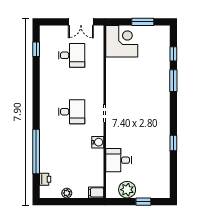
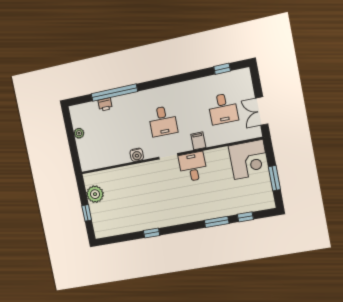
desk: (119, 160) -> (193, 167), moved
printer: (45, 179) -> (105, 104), moved
filing cabinet: (96, 192) -> (198, 141), moved

